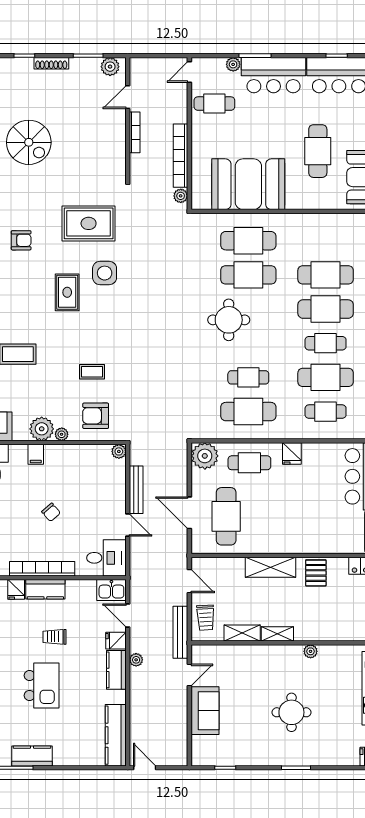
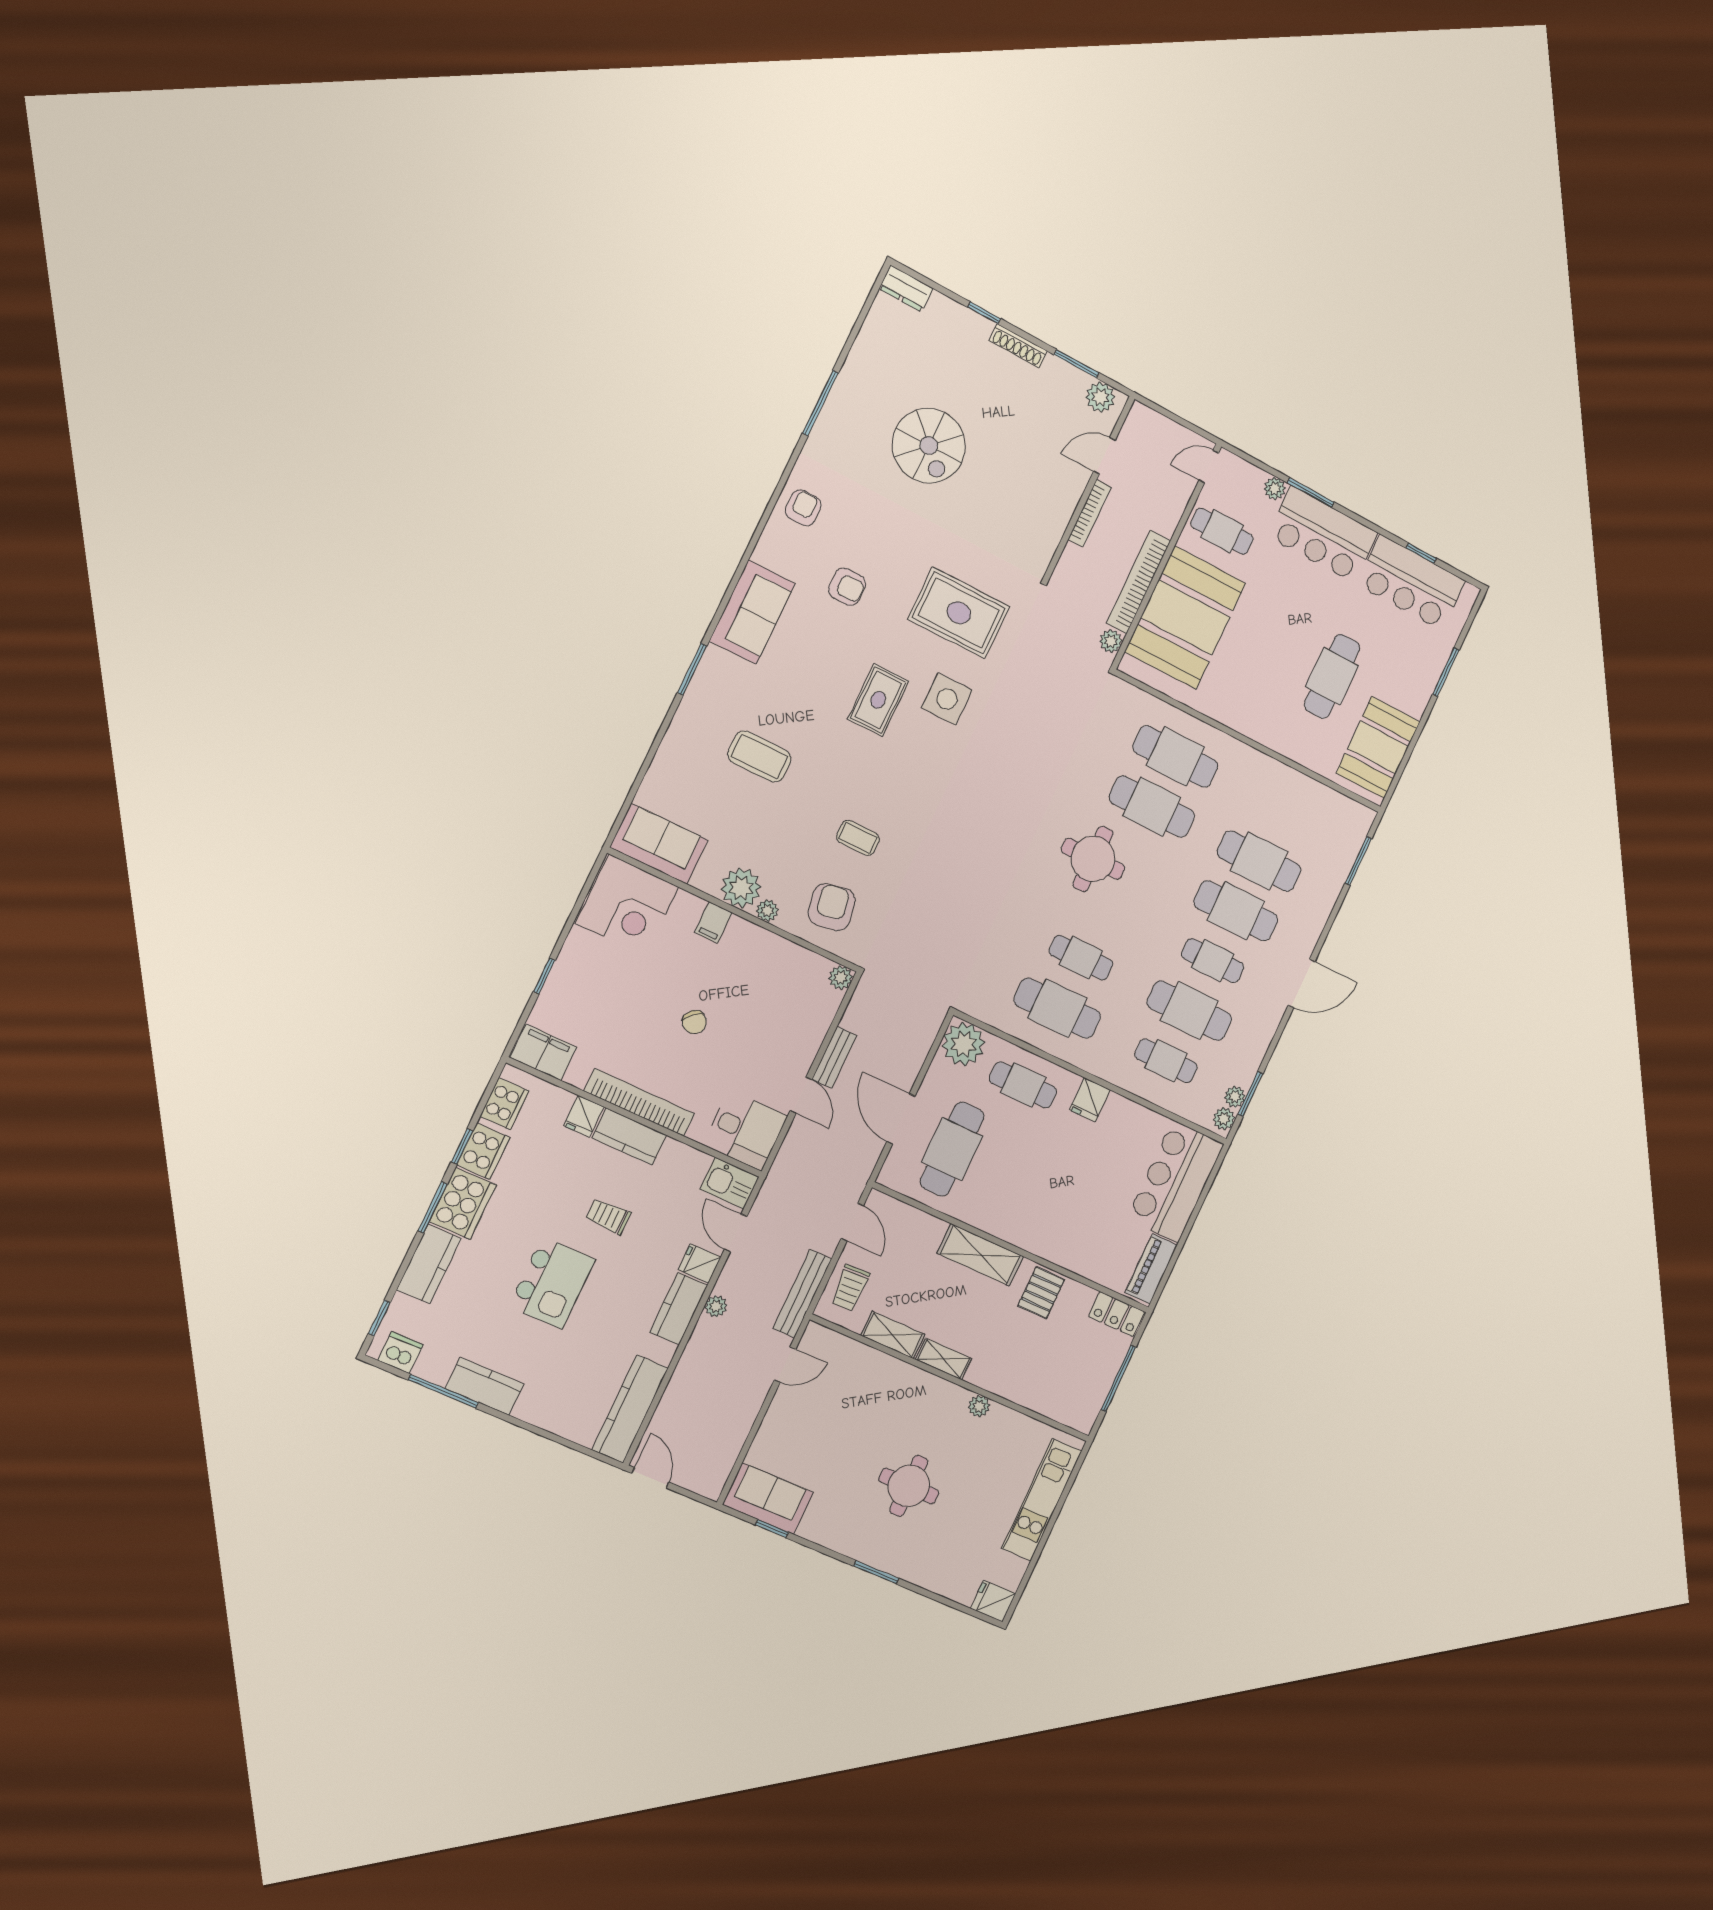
booth: (248, 184) -> (1185, 618), moved, turned 90
armchair: (96, 416) -> (832, 907), turned 80
bench: (136, 490) -> (834, 1057), width x0.73
sofa: (205, 711) -> (768, 1499), moved, turned -90

